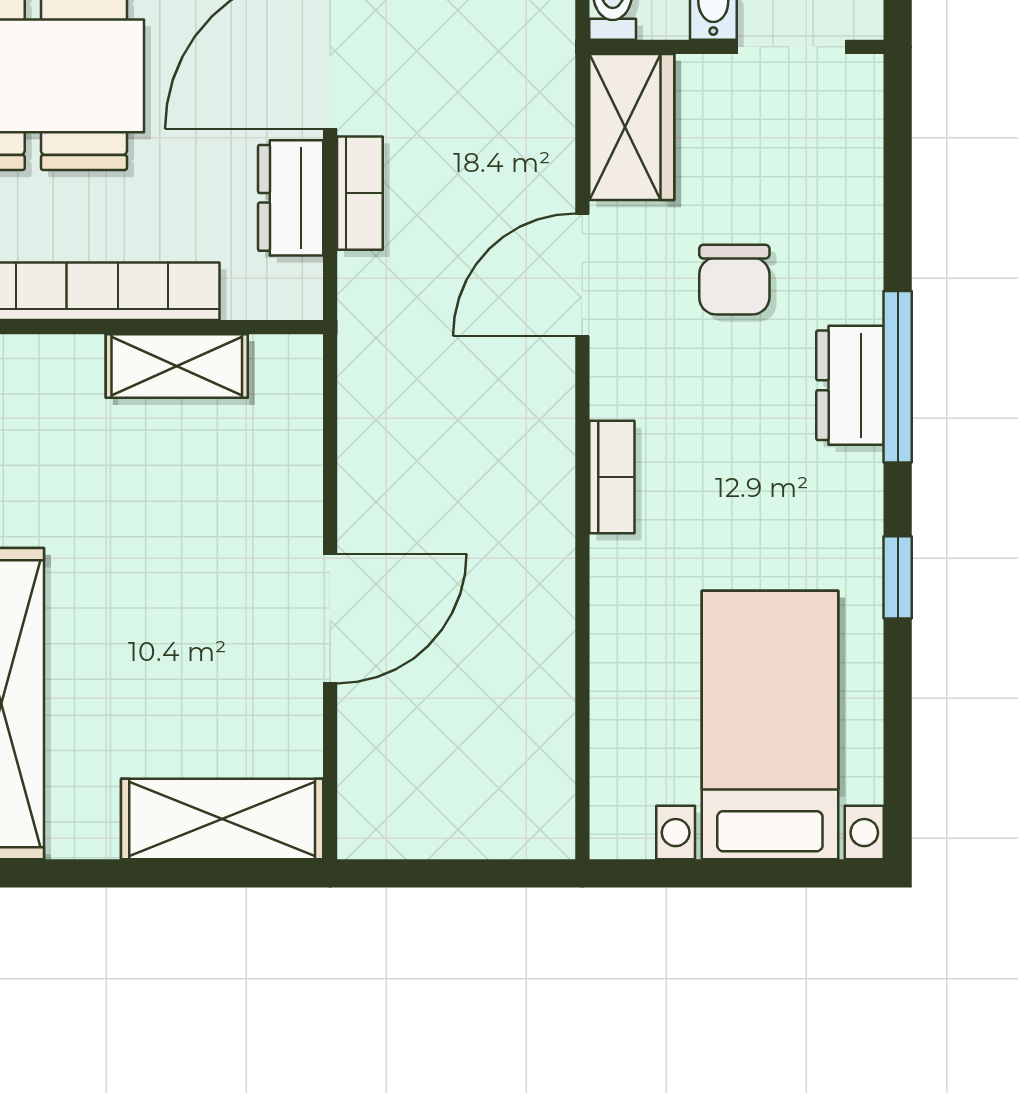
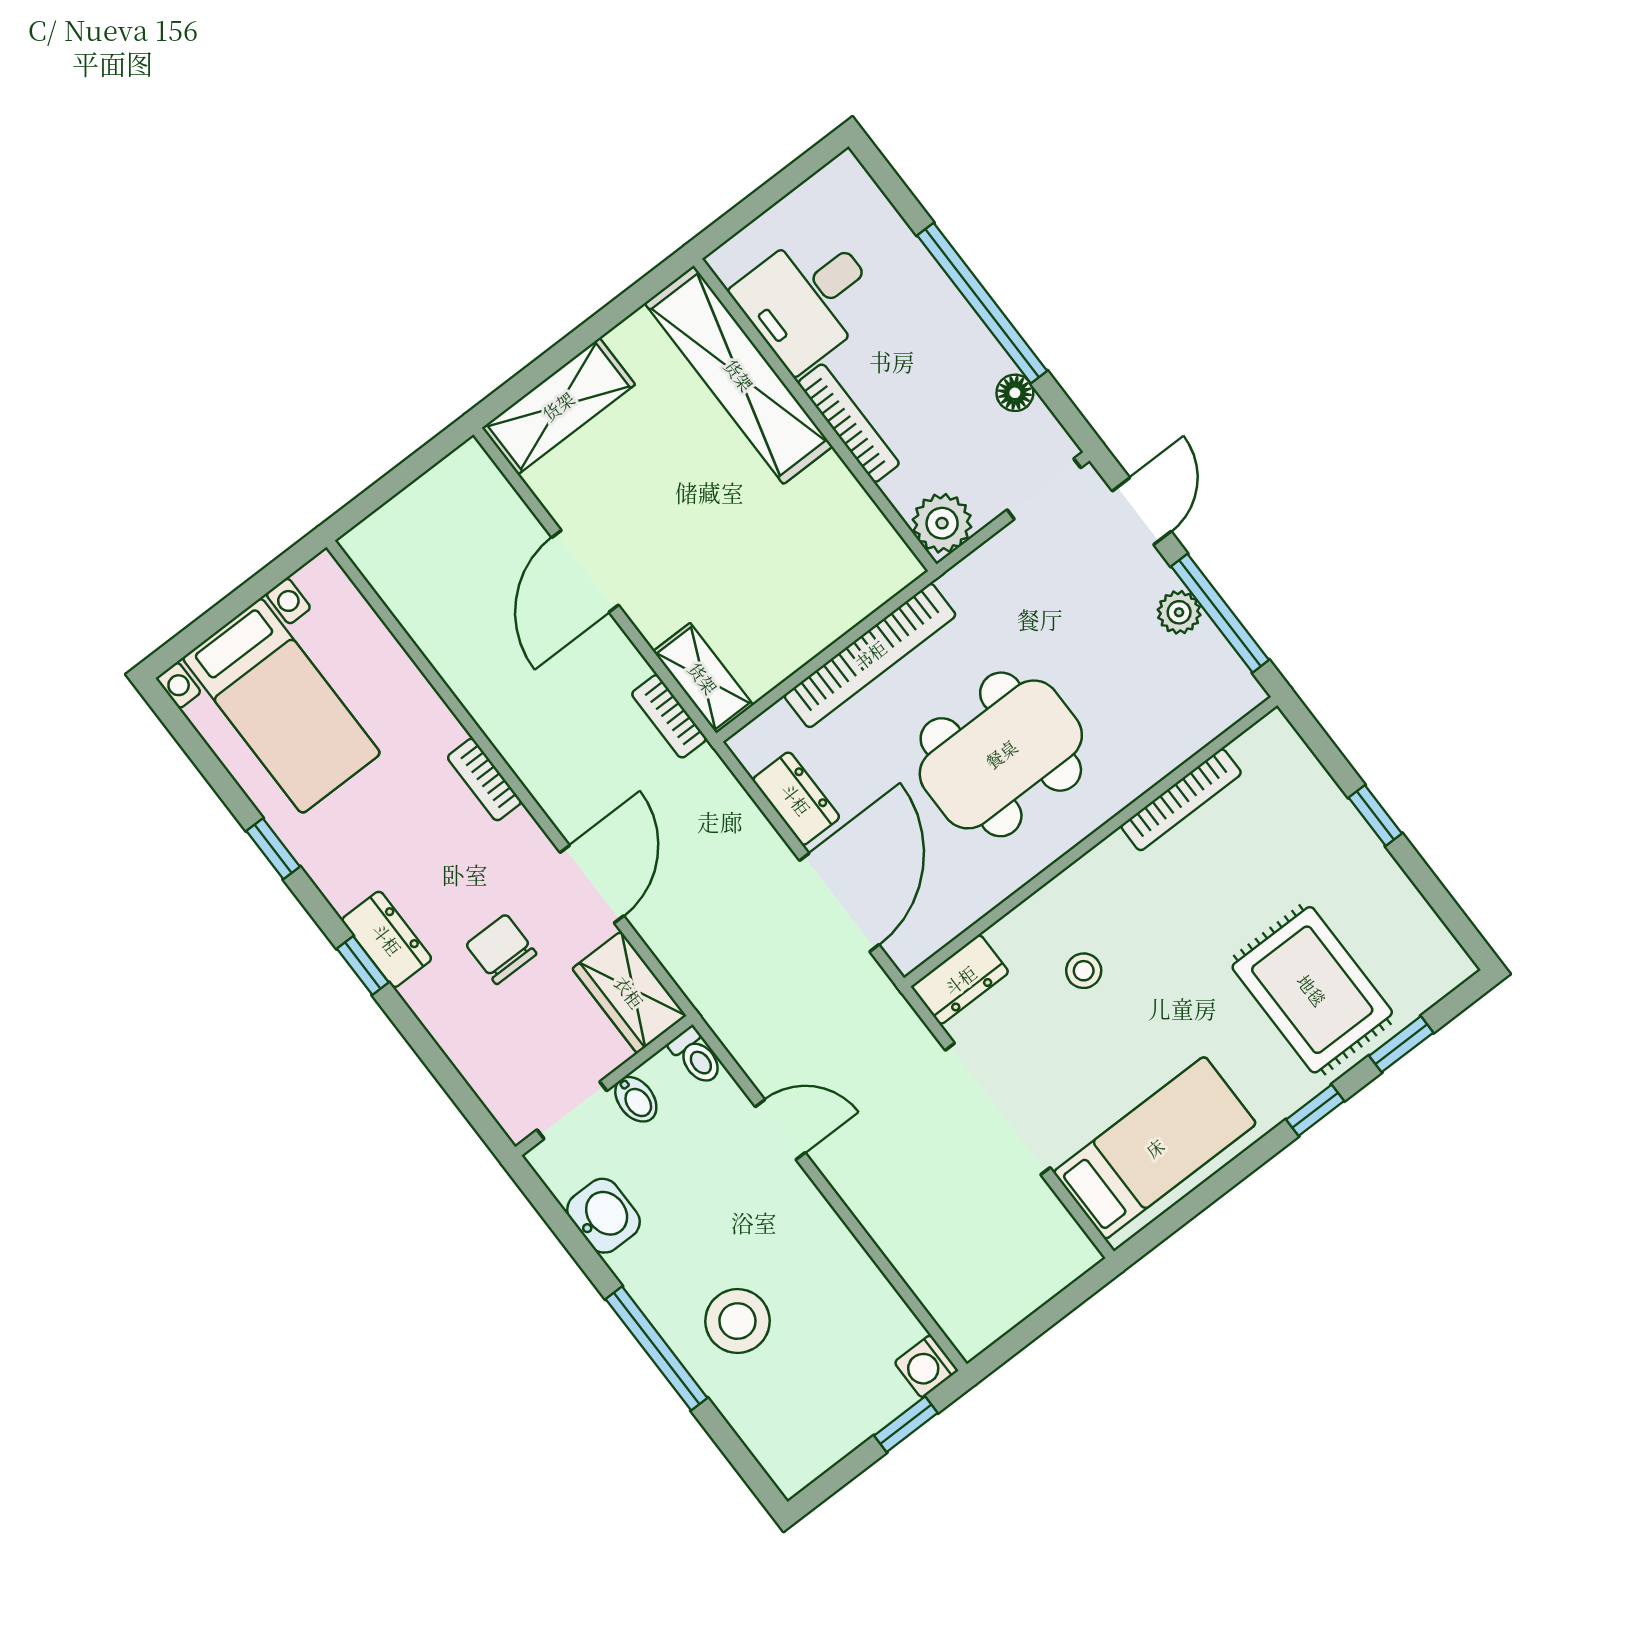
bookcase: (360, 193) -> (669, 716), moved
shelving: (177, 366) -> (703, 678), moved, turned 90
window: (898, 377) -> (363, 966), width x0.46

